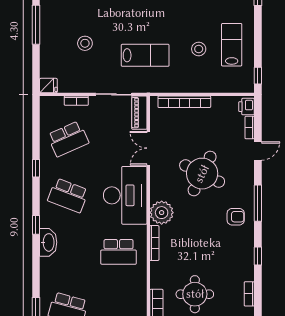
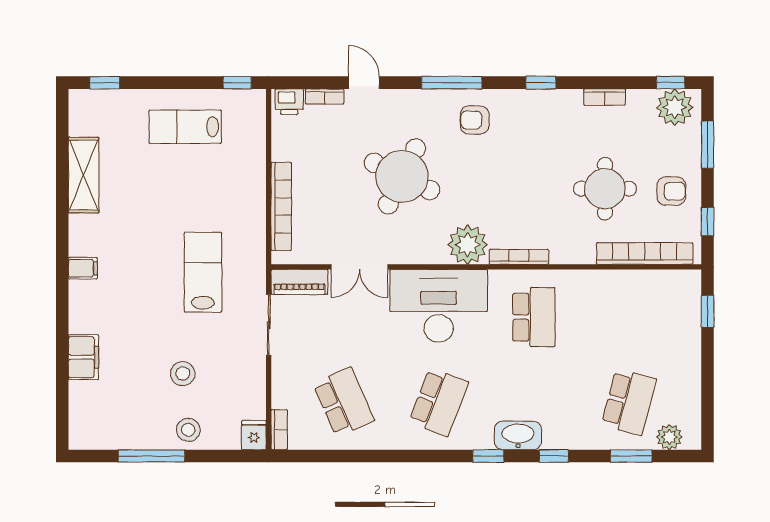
stool: (199, 49) -> (188, 430), moved
bookcase: (76, 101) -> (279, 430), moved
window: (36, 168) -> (554, 456), moved
armchair: (236, 217) -> (475, 120), turned -90

